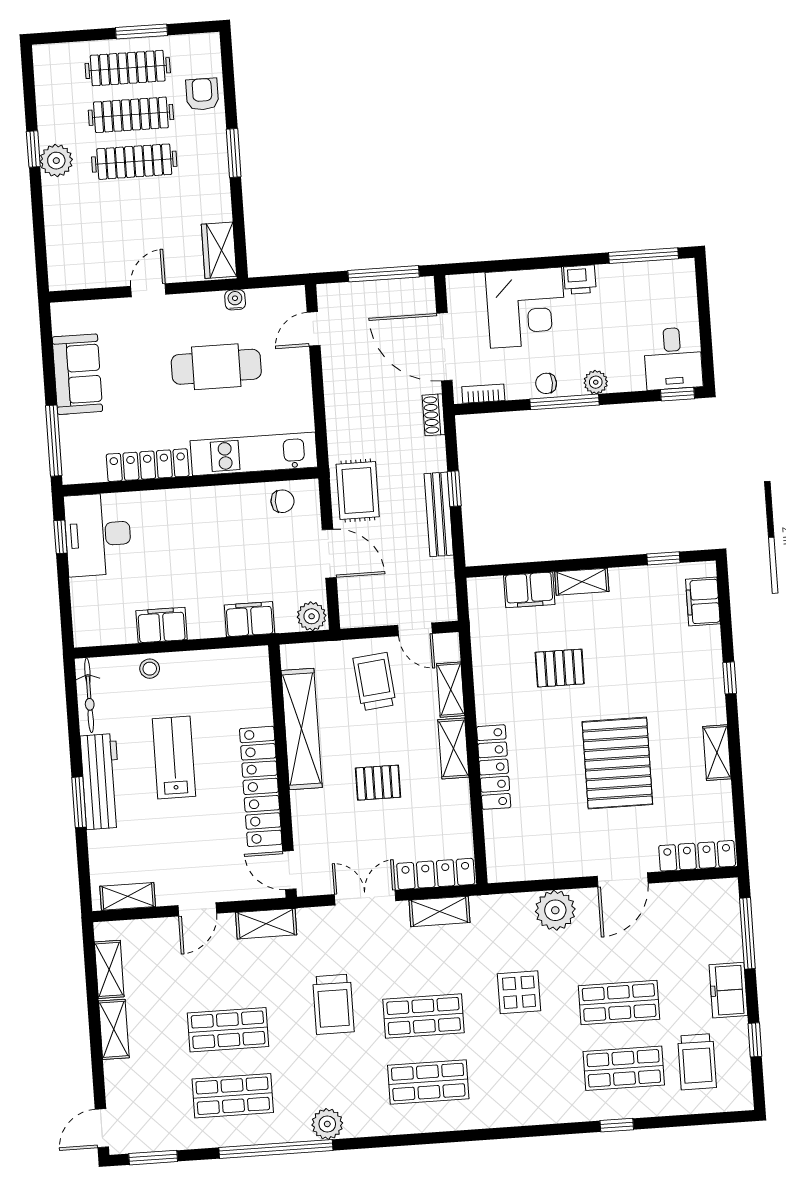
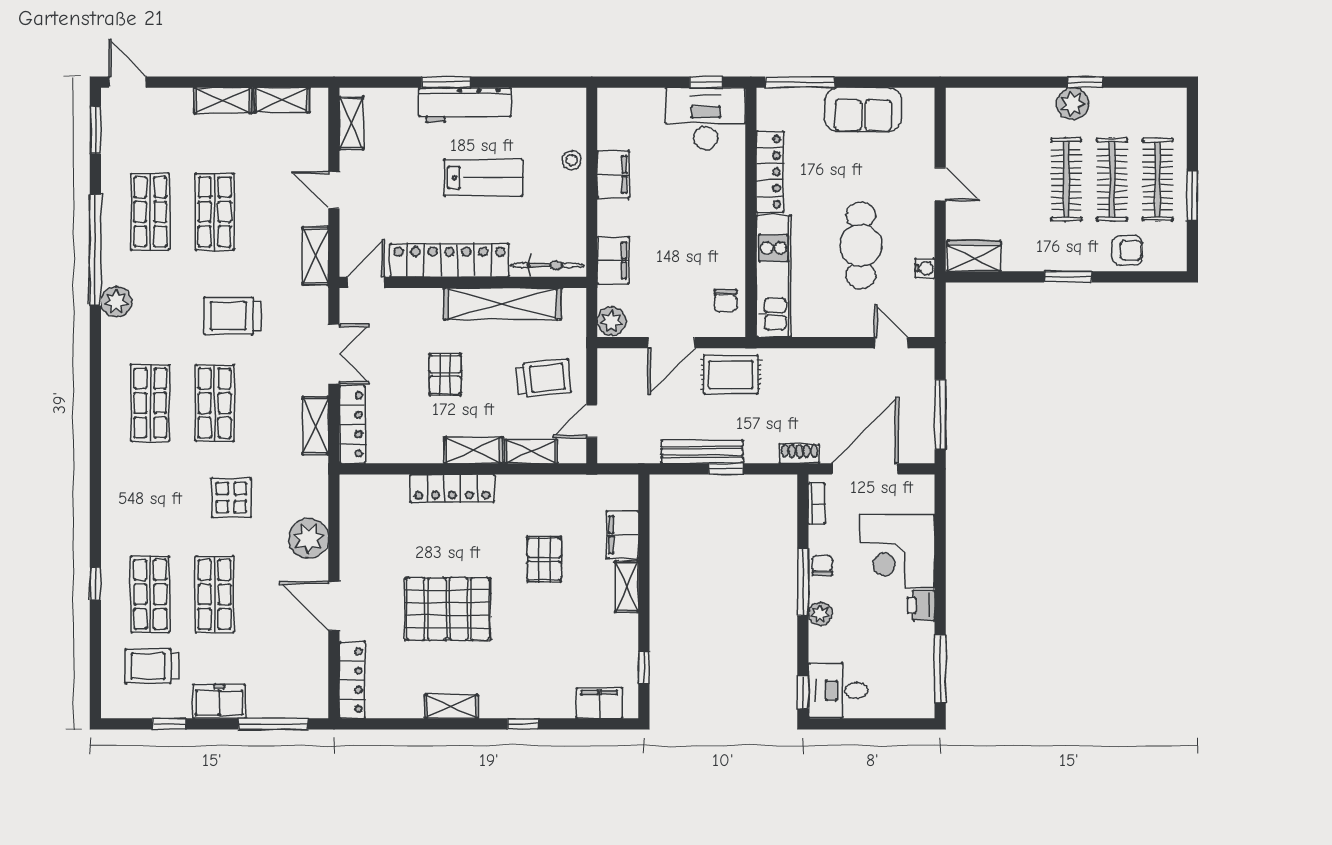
bicycle: (89, 695) -> (547, 265), moved, turned 180

